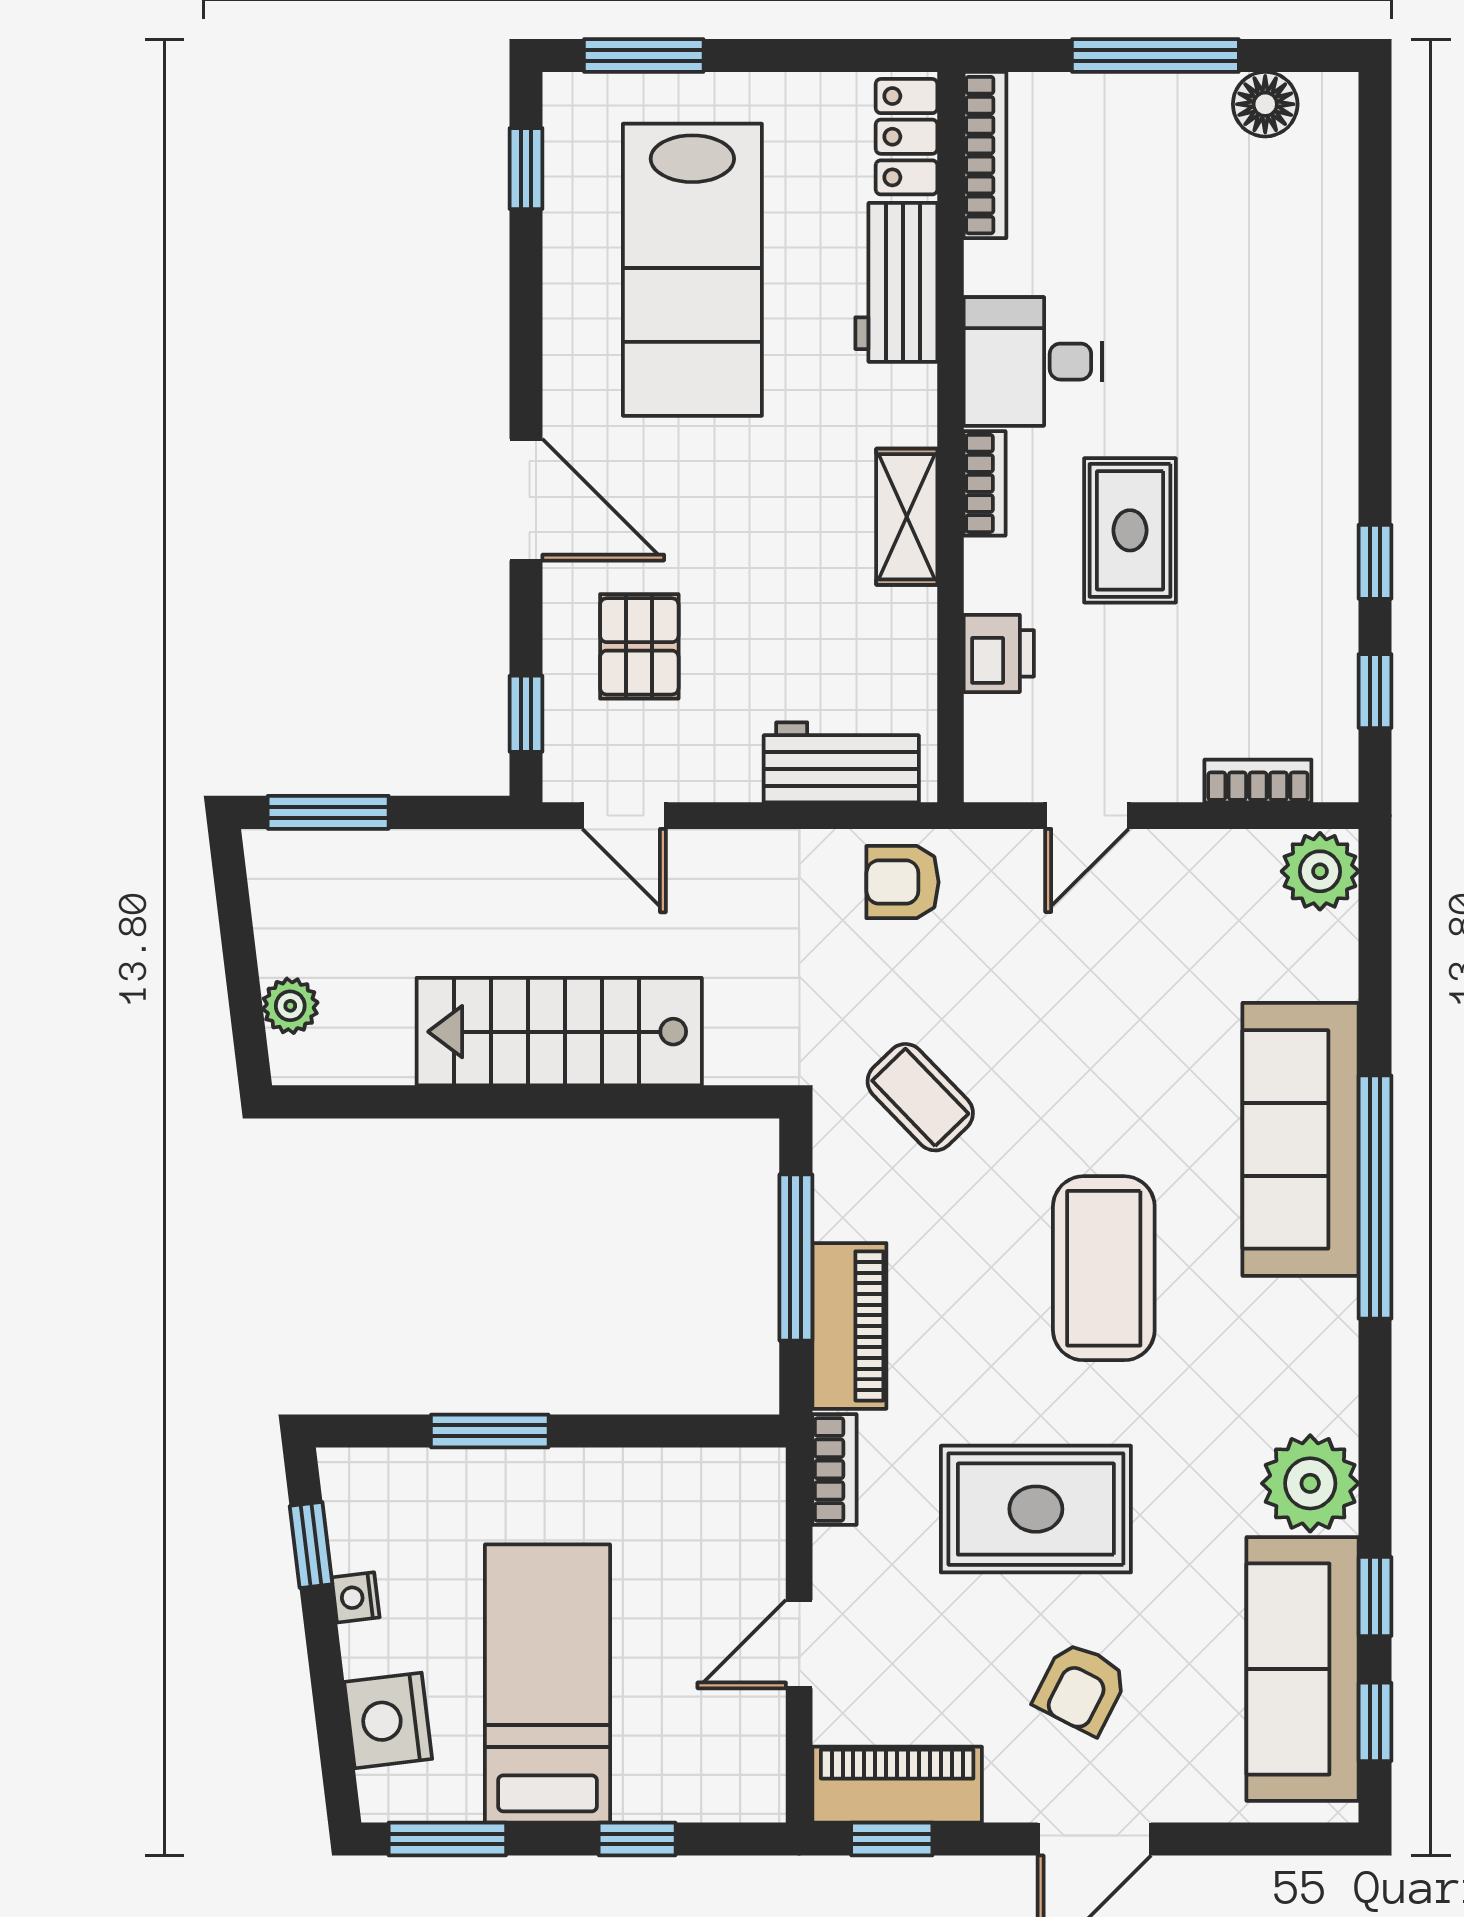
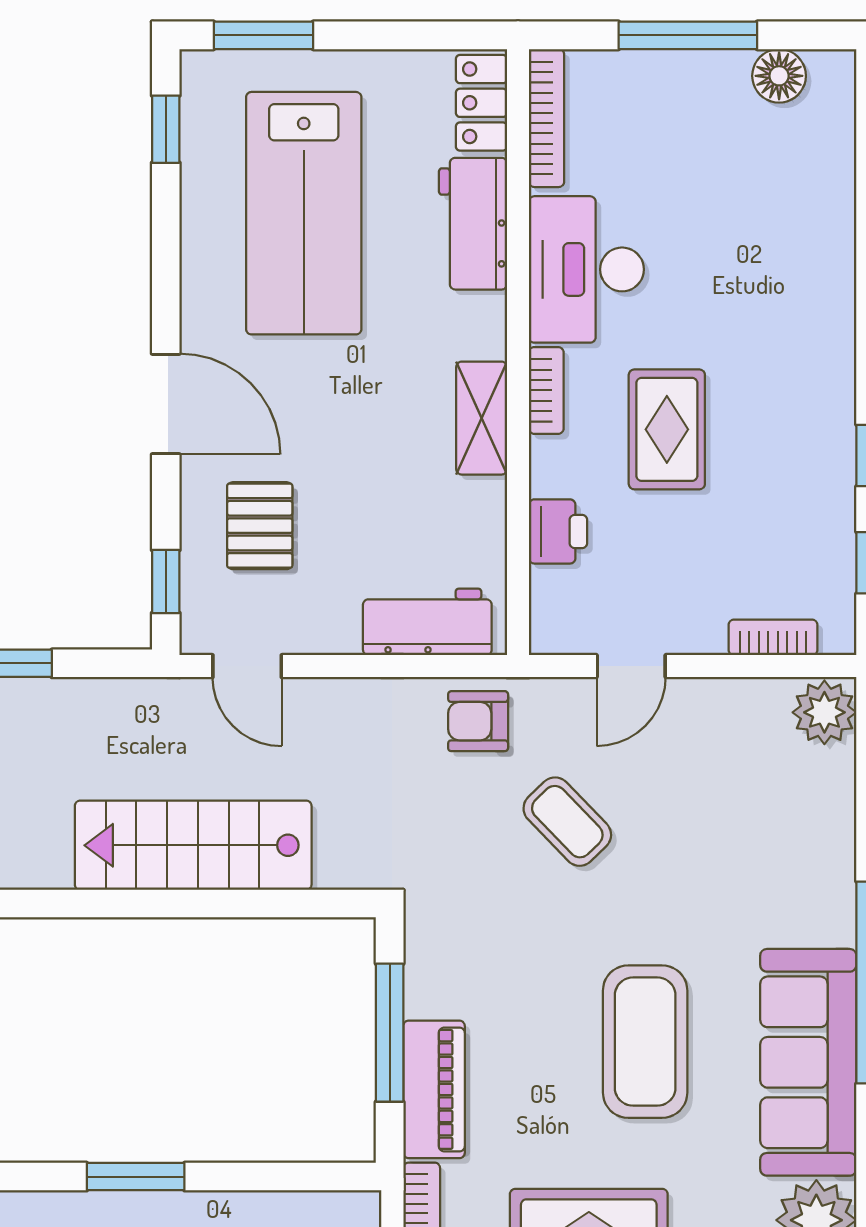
desk: (1033, 362) -> (586, 269), width x1.37
coffee table: (920, 1097) -> (567, 822), moved
sofa: (1301, 1139) -> (808, 1062), moved

